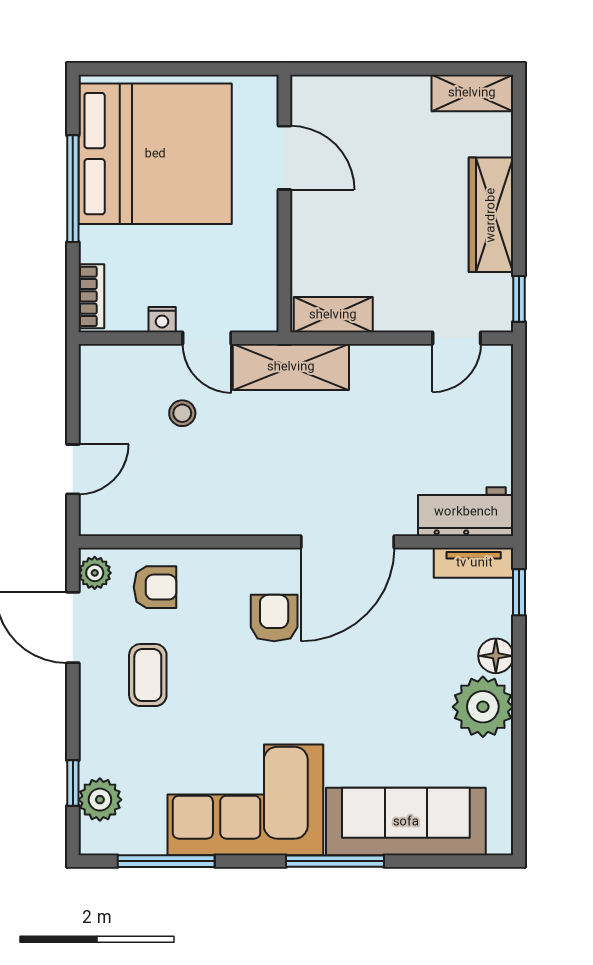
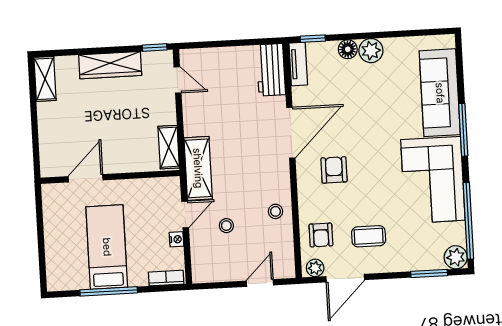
bed: (155, 154) -> (107, 247), width x0.49
door: (73, 469) -> (260, 283), hinge flipped
stool: (203, 506) -> (275, 211), added
door: (347, 542) -> (291, 133), hinge flipped
armchair: (155, 587) -> (321, 235), turned 180
armchair: (274, 618) -> (334, 170), turned 90
plant: (483, 707) -> (371, 51), width x0.73, depth x0.73
window: (73, 783) -> (429, 273), width x1.50
plant: (100, 800) -> (456, 257), moved
window: (166, 861) -> (468, 221), width x1.46

